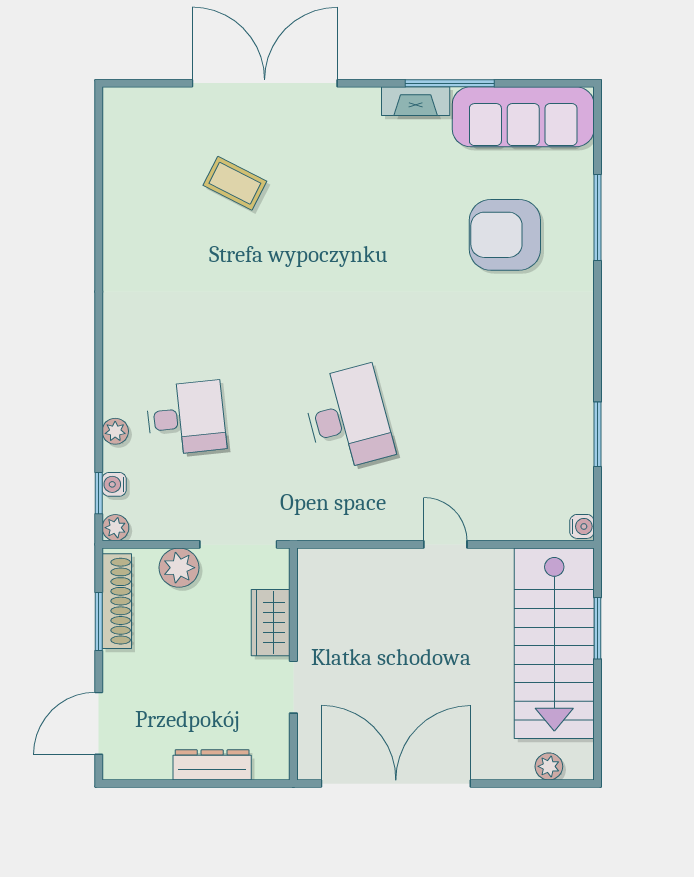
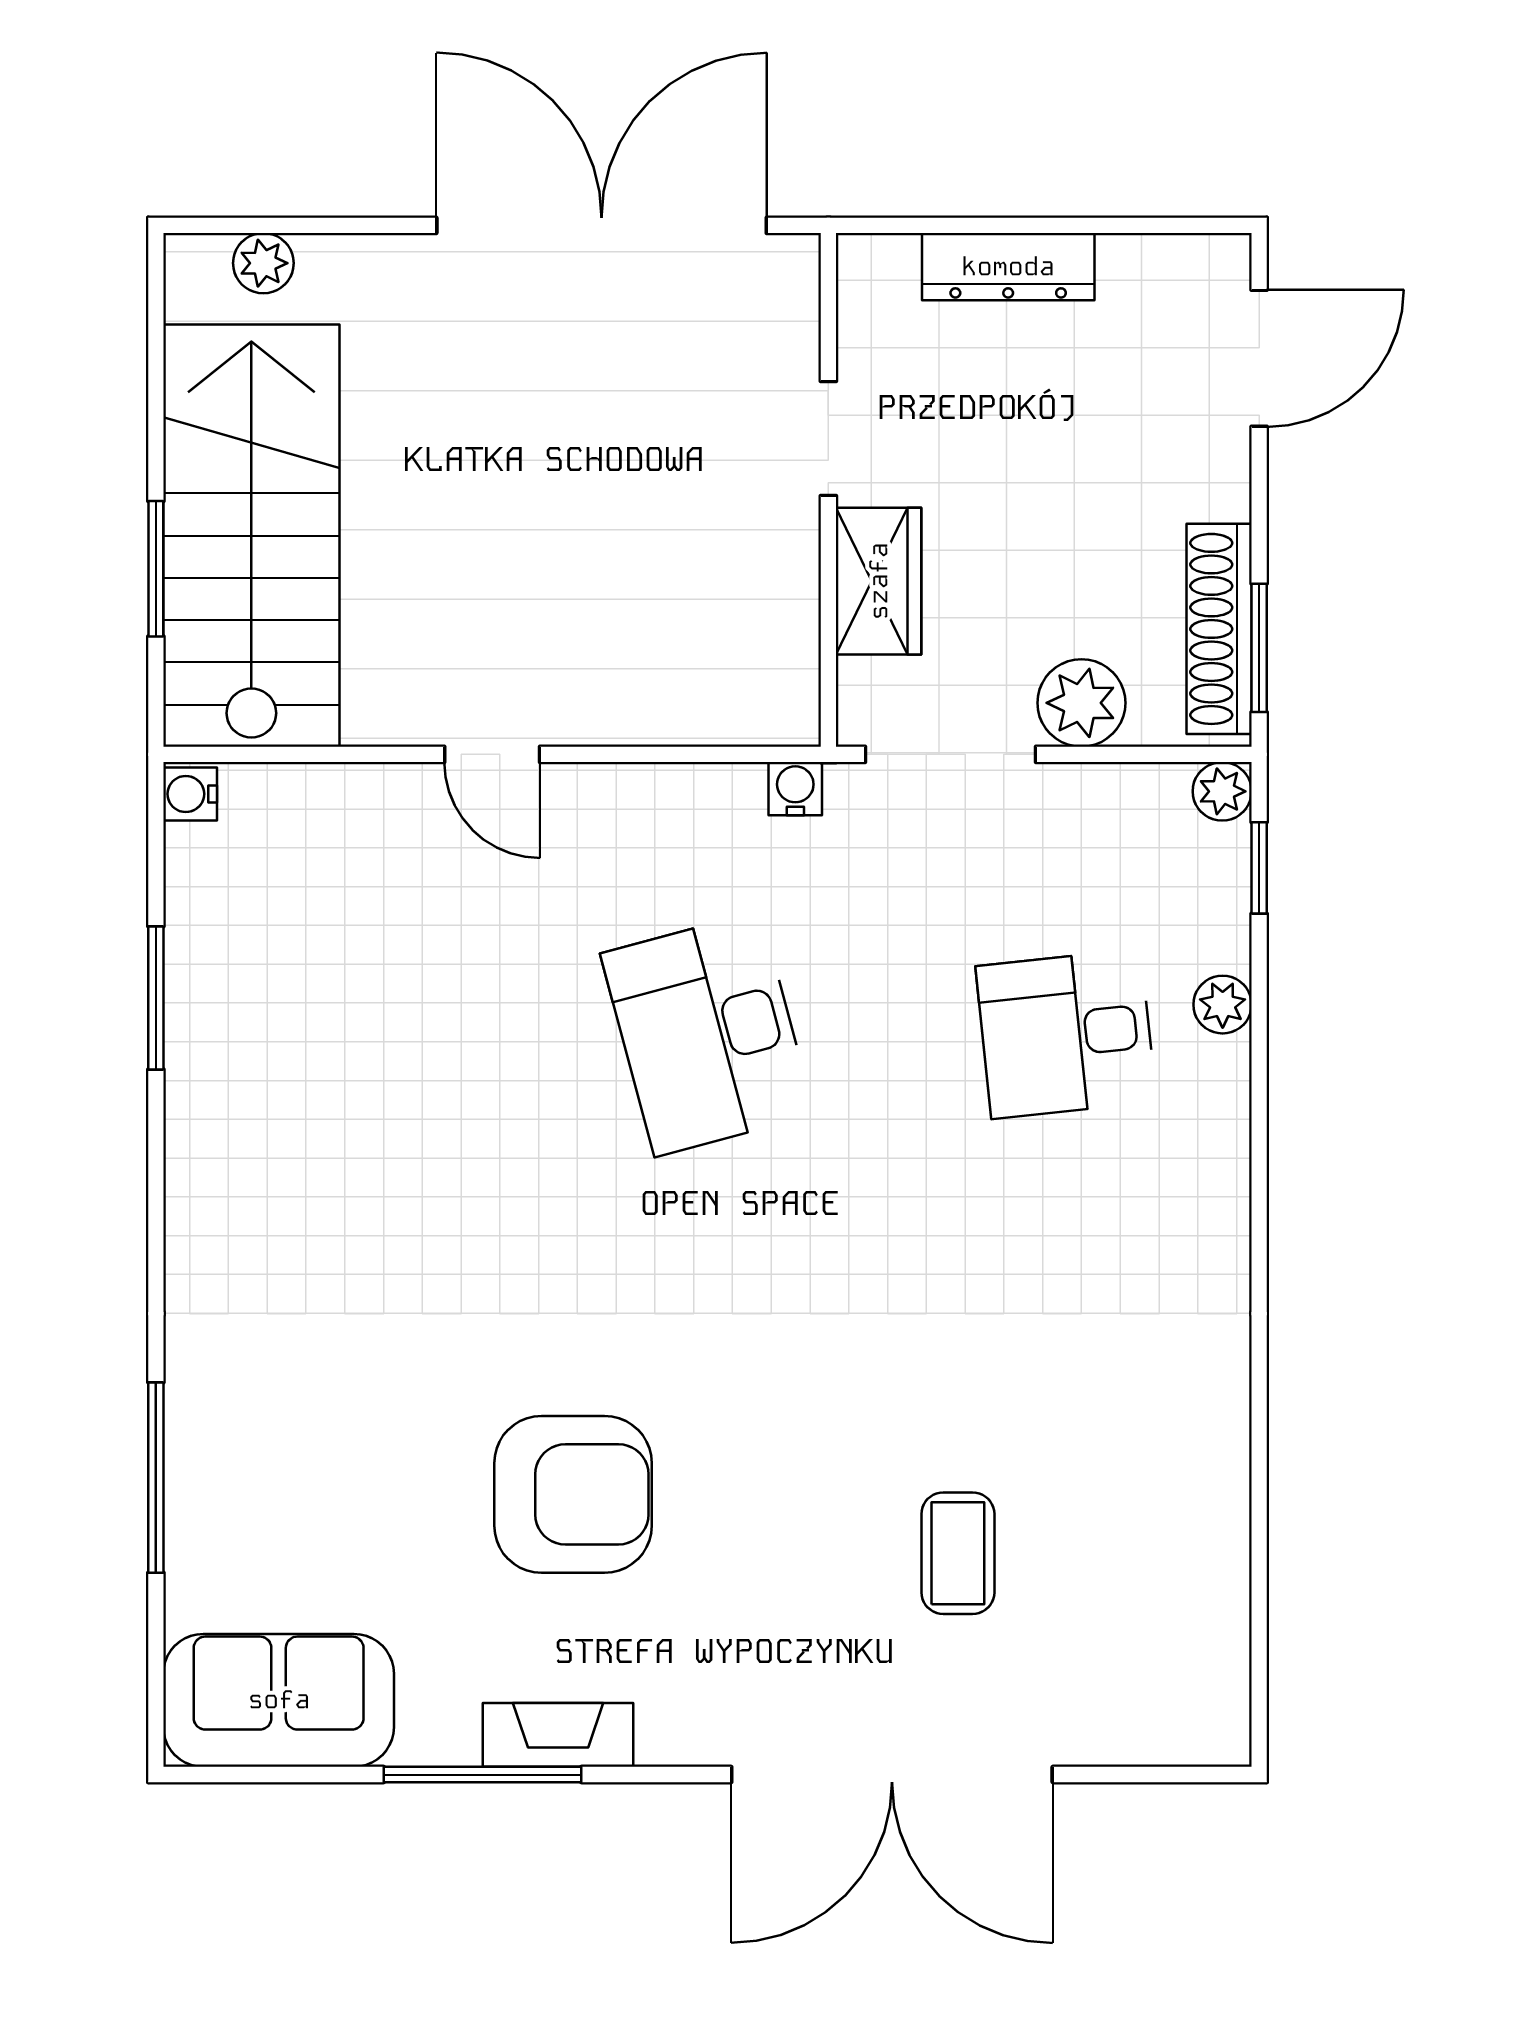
sofa: (523, 117) -> (279, 1700), width x0.73
coffee table: (235, 183) -> (958, 1553), turned 63
armchair: (505, 235) -> (573, 1494), moved
water cooler: (114, 484) -> (795, 789), moved, turned -90
window: (99, 622) -> (1259, 648), moved
double door: (396, 784) -> (602, 225), swing flipped

